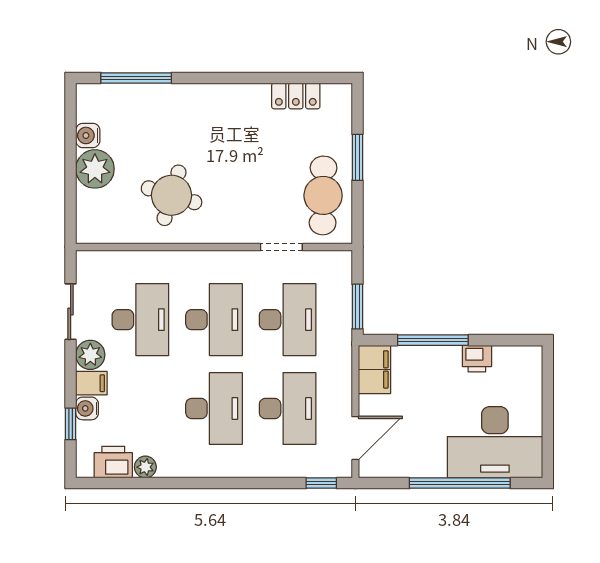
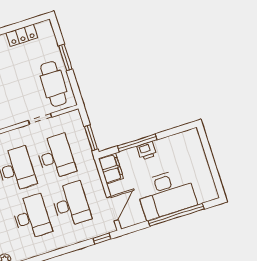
printer: (477, 359) -> (147, 151), moved
desk: (495, 442) -> (166, 194), moved

